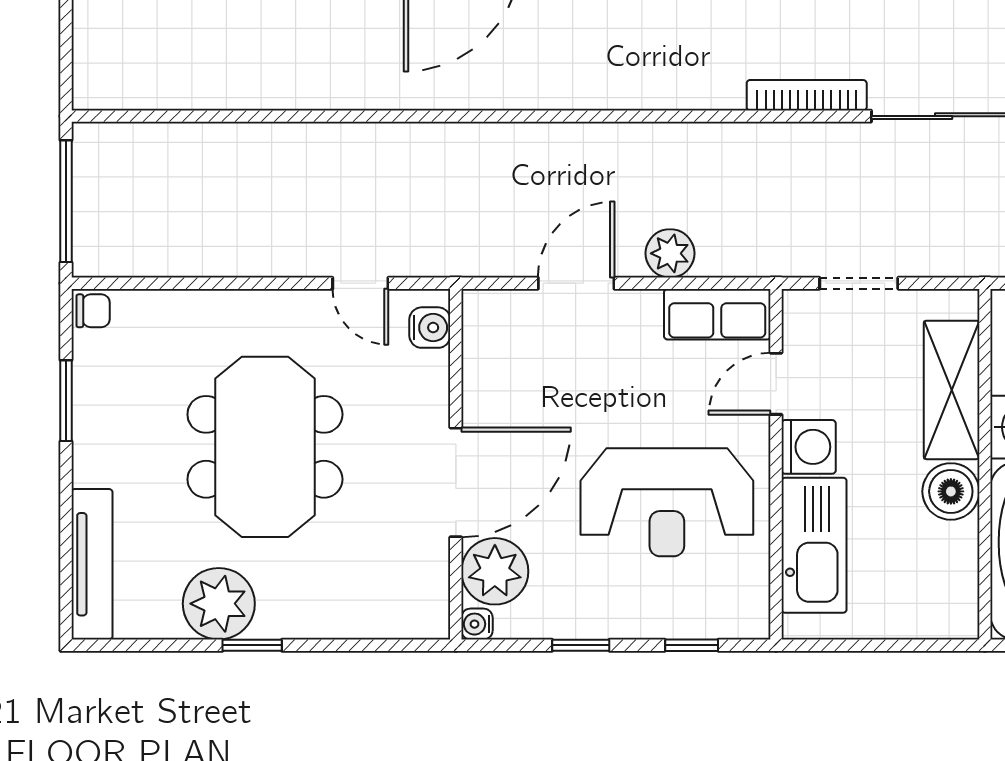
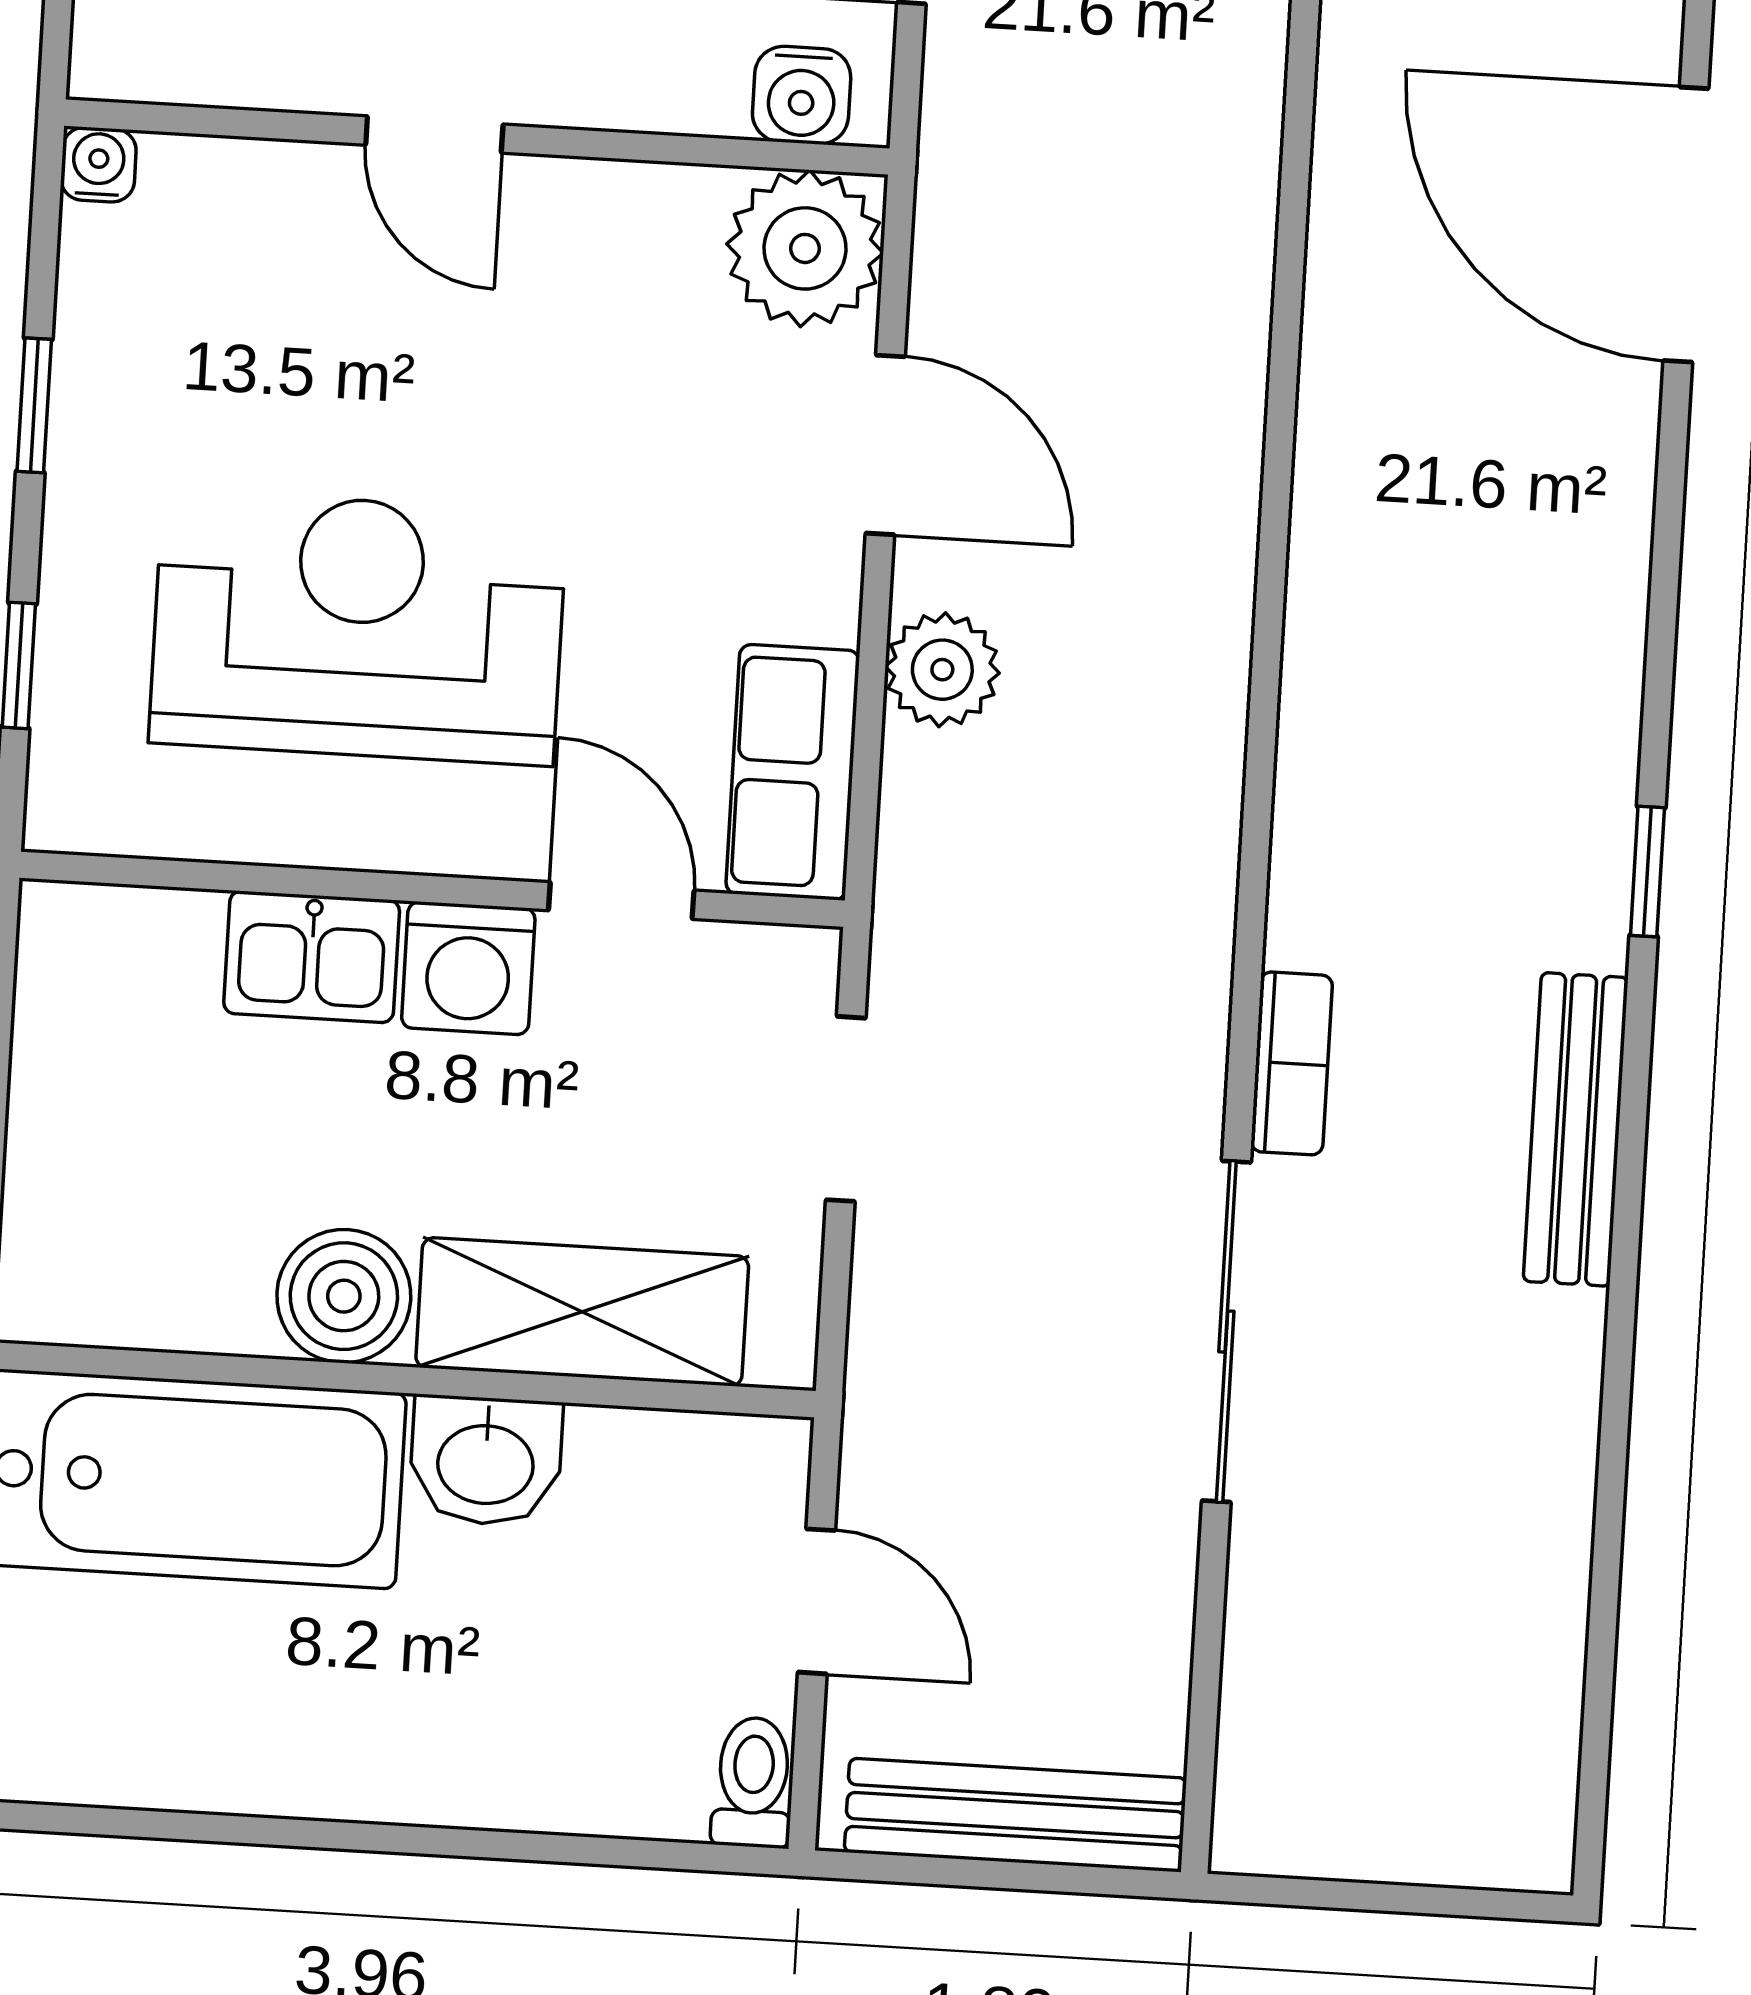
bookcase: (807, 95) -> (1292, 1063), width x0.64
door: (456, 482) -> (434, 135), width x0.53
reception desk: (667, 502) -> (358, 628), turned 90
kitchen sink: (814, 545) -> (312, 957), width x0.53, depth x0.81
plant: (495, 571) -> (805, 248), moved

